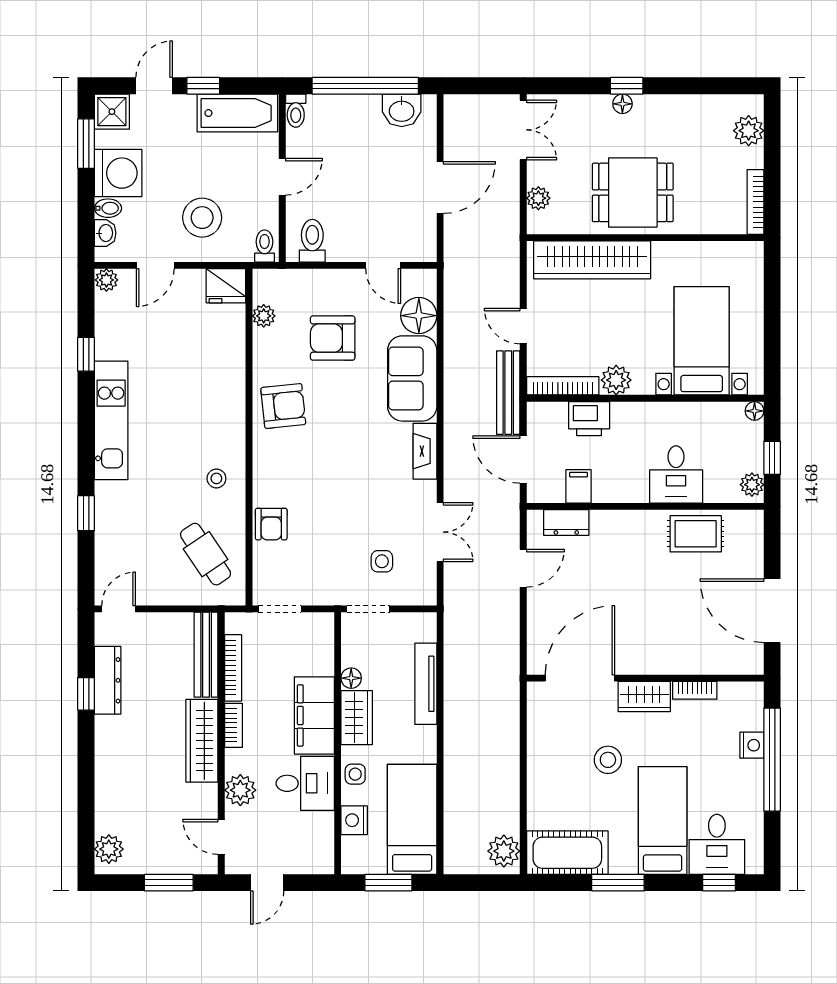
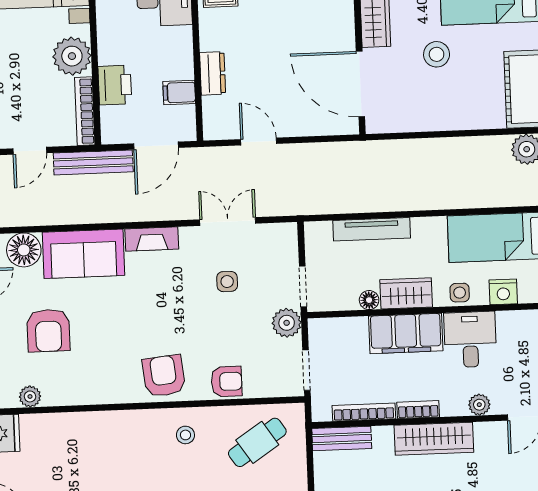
plant: (616, 380) -> (72, 56), width x1.36, depth x1.36
armchair: (283, 406) -> (164, 376), moved
dresser: (566, 522) -> (213, 73), moved
side table: (382, 561) -> (227, 282), moved
plant: (331, 590) -> (287, 323), added
bench: (206, 655) -> (342, 439), width x0.73
plant: (240, 790) -> (479, 405), width x0.73, depth x0.73

